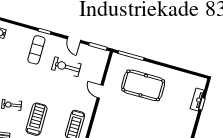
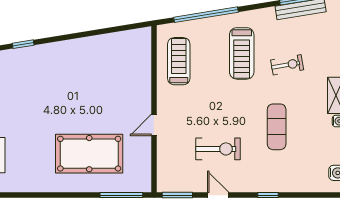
exercise mat: (36, 50) -> (277, 127), moved
door: (100, 92) -> (154, 125), swing flipped

